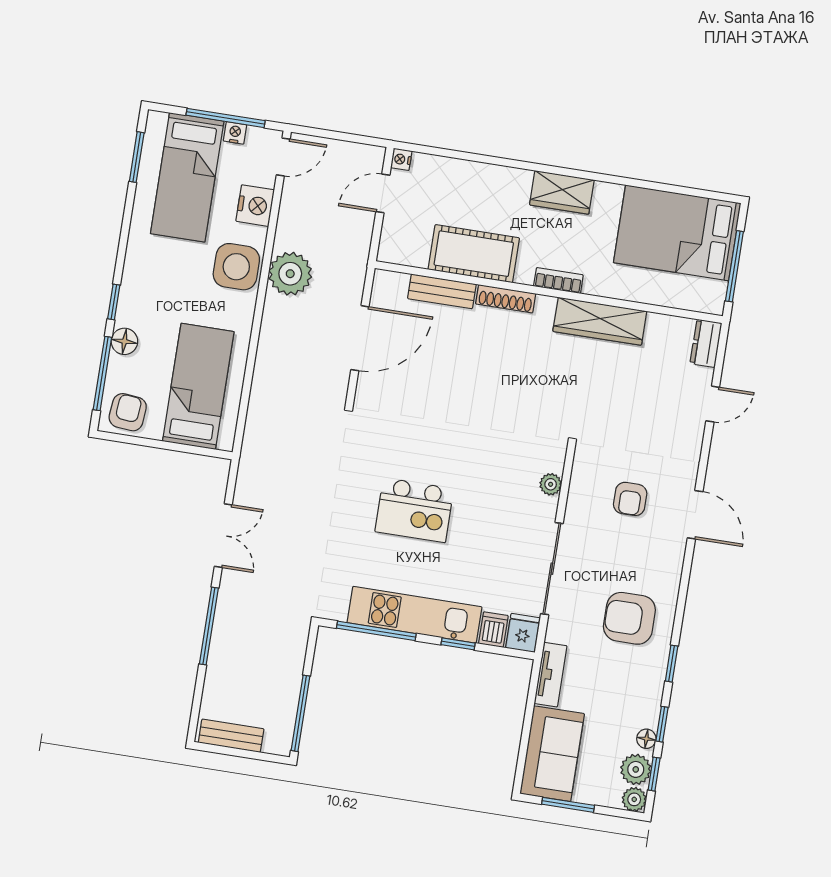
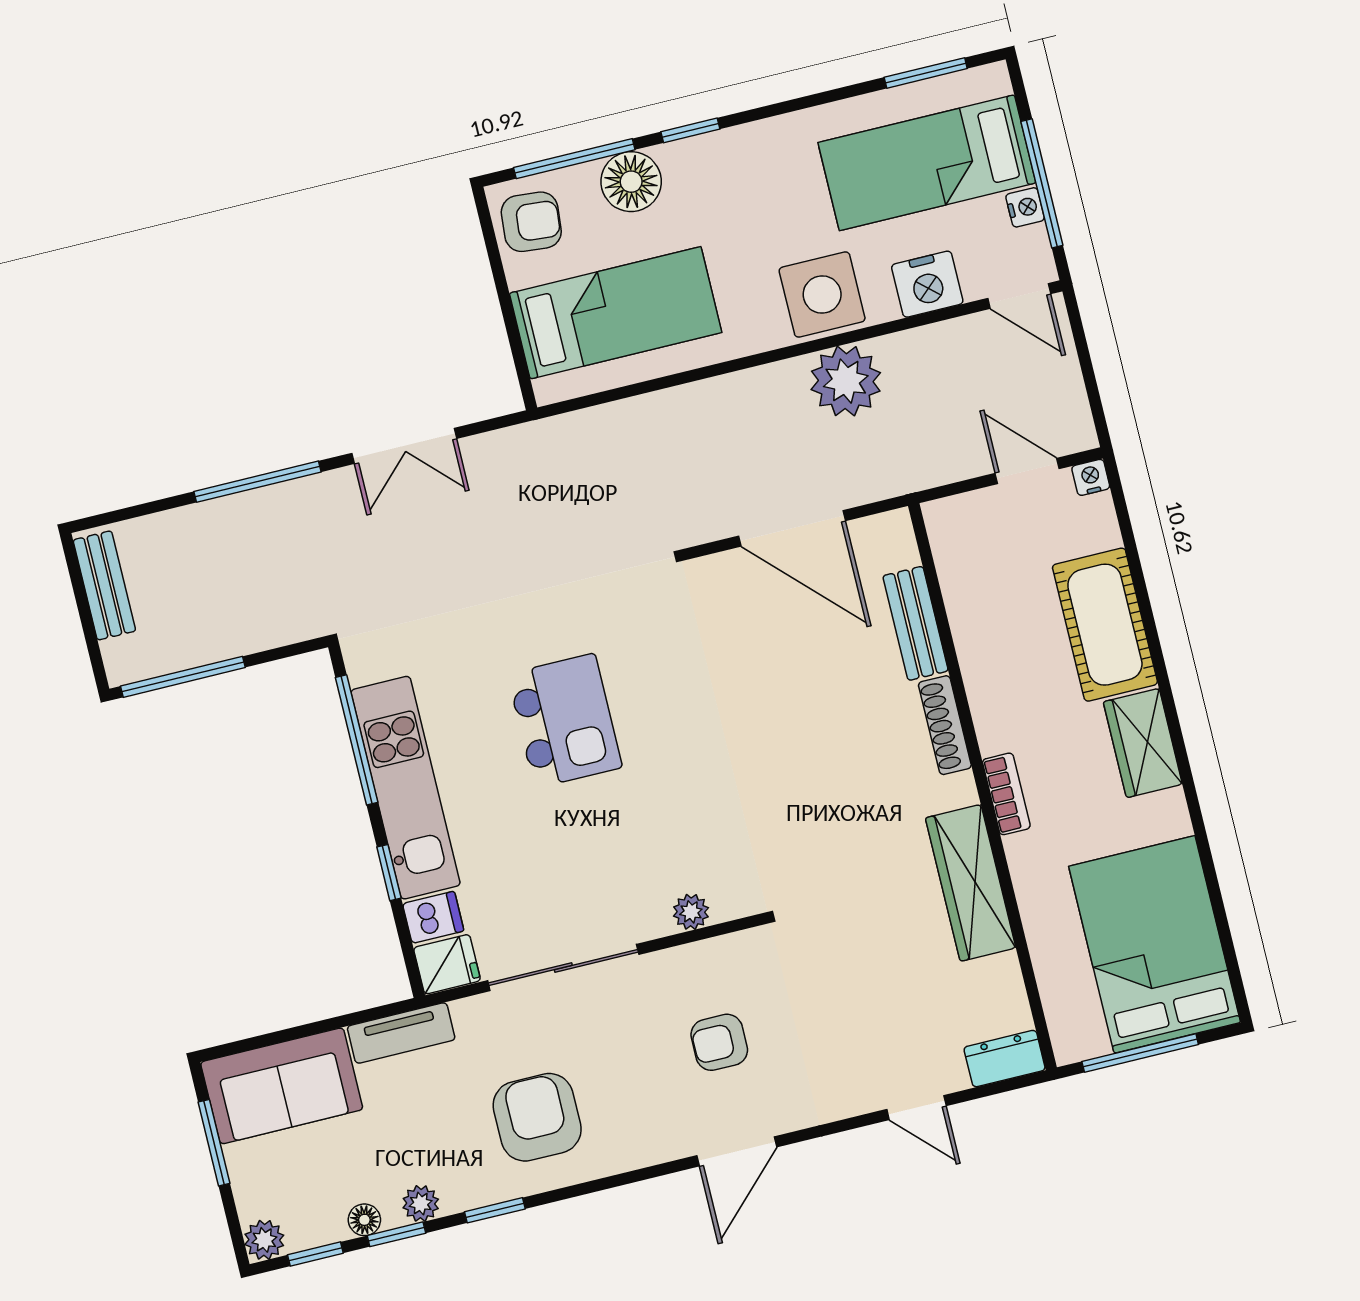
cot: (474, 254) -> (1105, 625), moved
floor lamp: (124, 341) -> (631, 182), width x1.38, depth x1.38
kitchen island: (414, 510) -> (565, 721), turned 180
plant: (636, 769) -> (421, 1204), moved, width x0.73, depth x0.73

